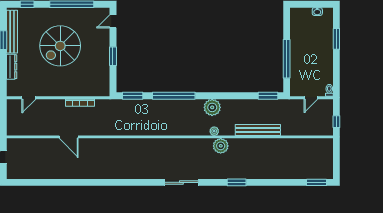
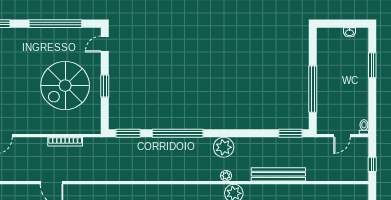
spiral stairs: (60, 46) -> (65, 86), moved

